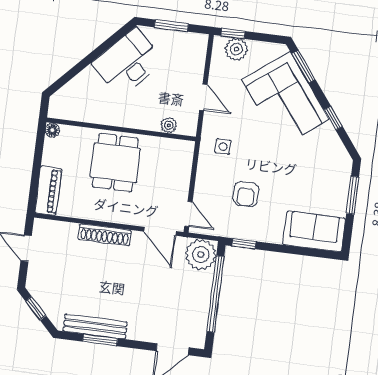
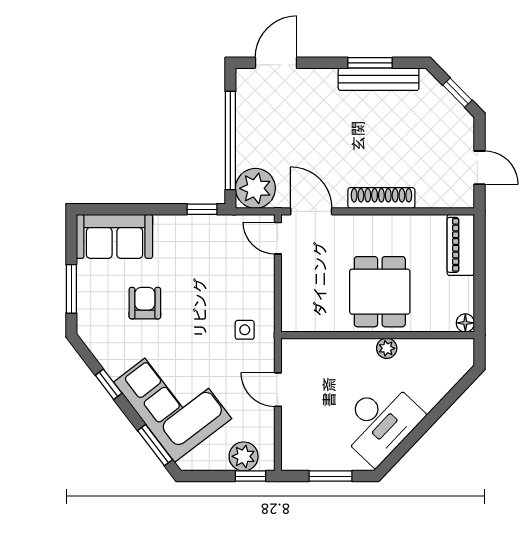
plant: (169, 125) -> (387, 348), moved
armchair: (246, 194) -> (145, 303), moved

